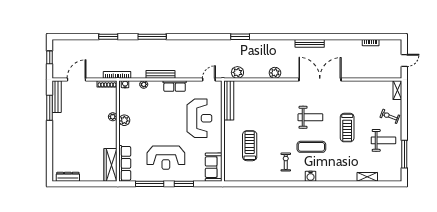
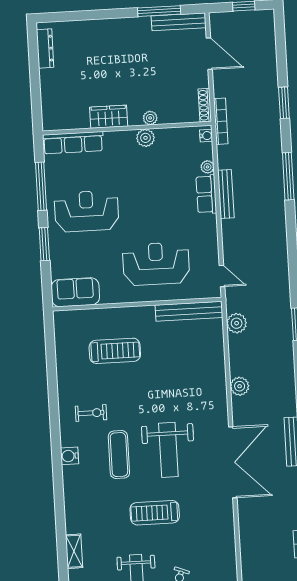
row of seats: (175, 86) -> (206, 194), moved
weight bench: (310, 117) -> (168, 450), width x1.36, depth x1.33
reception desk: (199, 118) -> (156, 264), turned 180
reception desk: (166, 158) -> (87, 211), turned 90
wardrobe: (111, 165) -> (109, 117), moved, width x0.67

